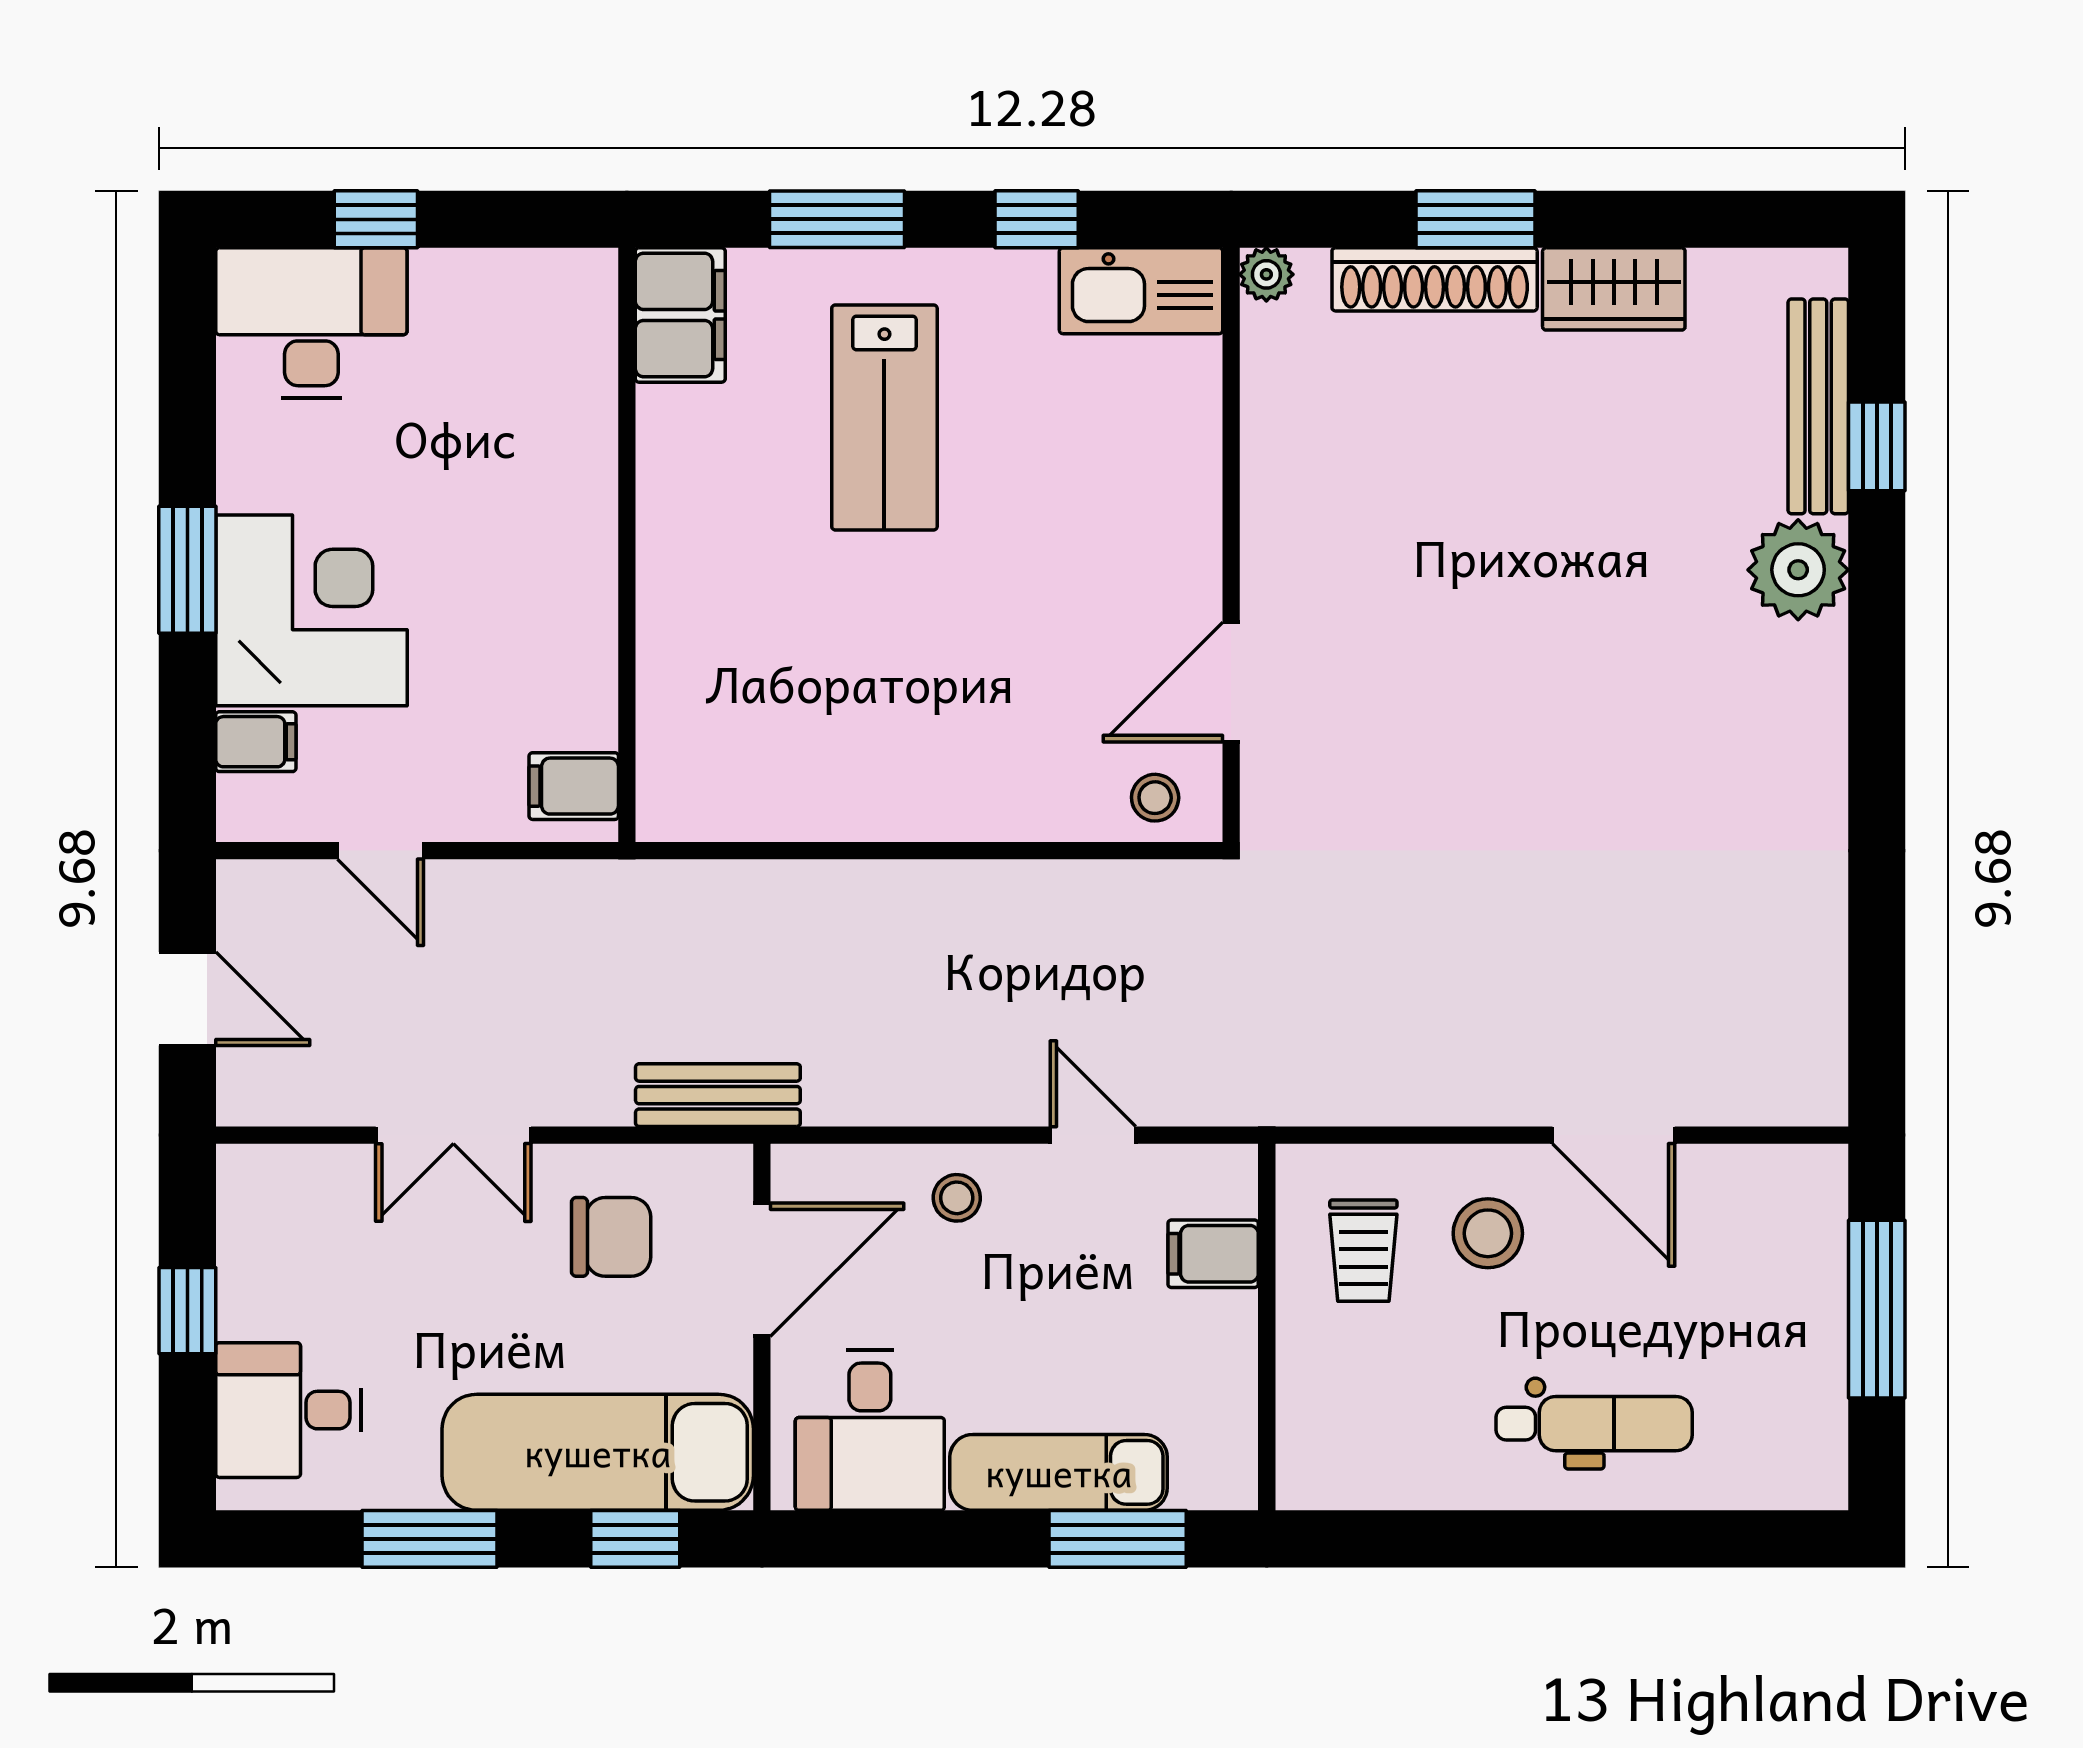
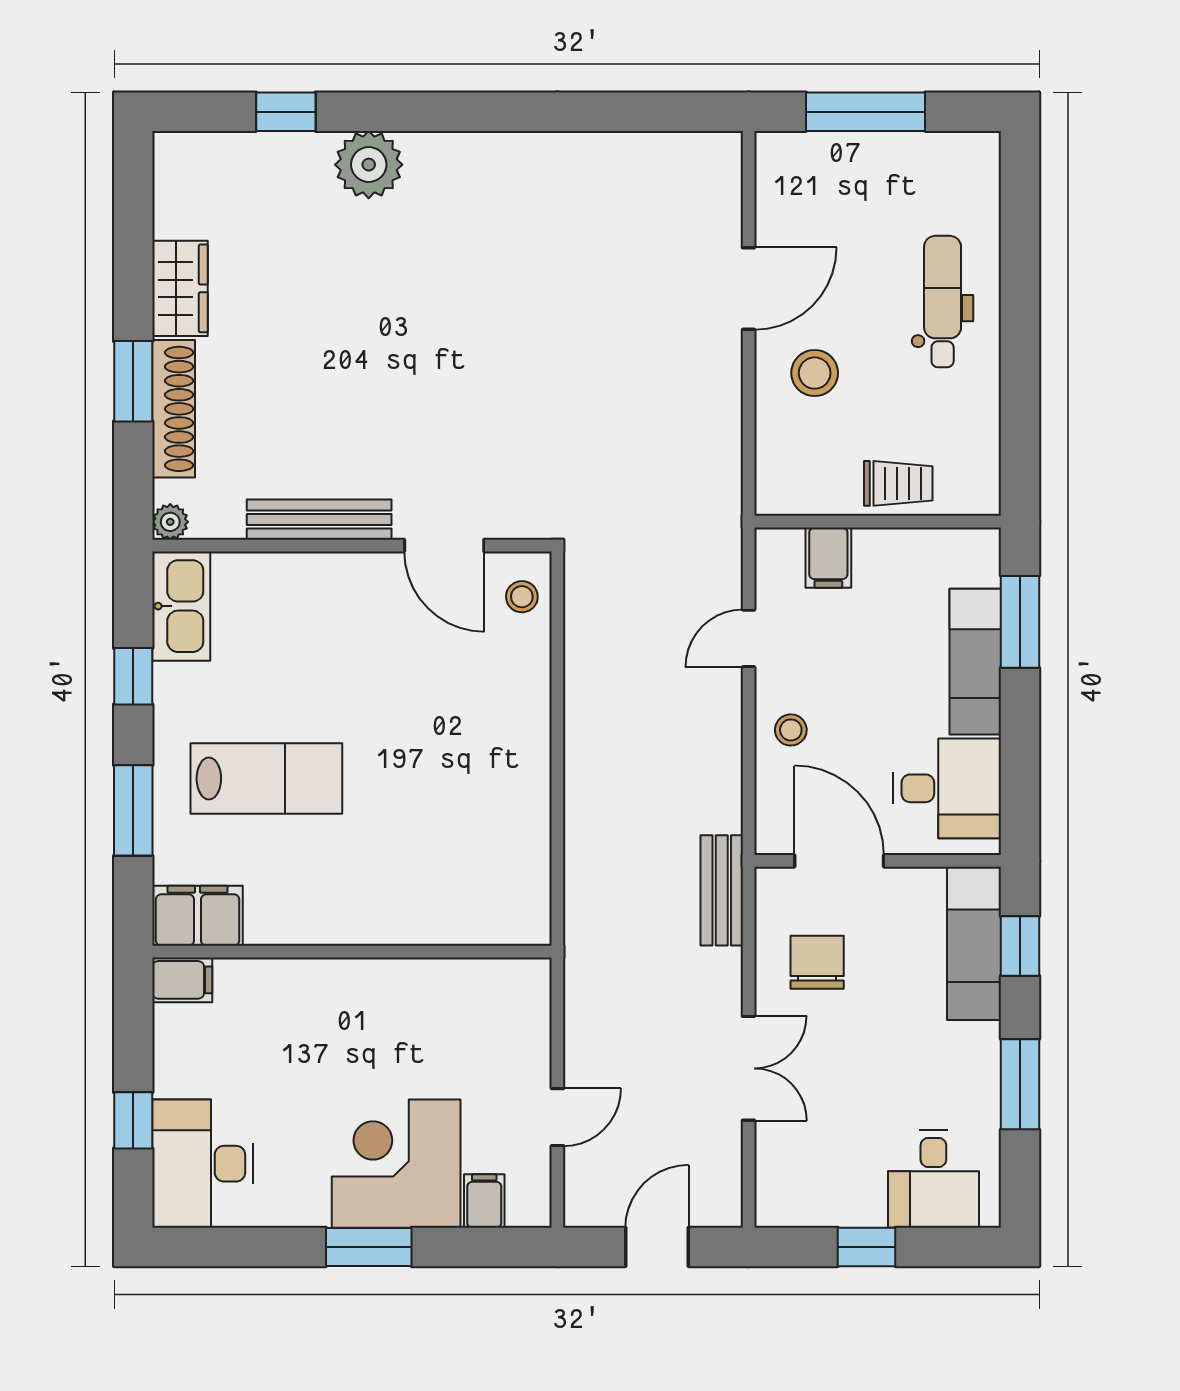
bench: (1818, 406) -> (319, 520), moved
filing cabinet: (574, 786) -> (182, 980), moved, turned -90
trolley: (1363, 1251) -> (898, 483), moved
exam couch: (598, 1452) -> (974, 943), width x0.73, depth x0.69

